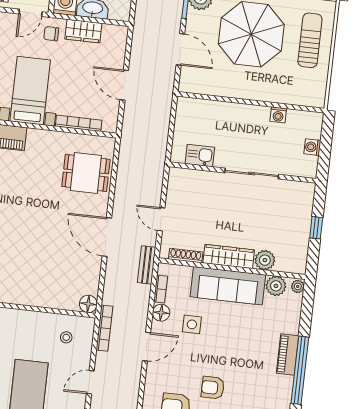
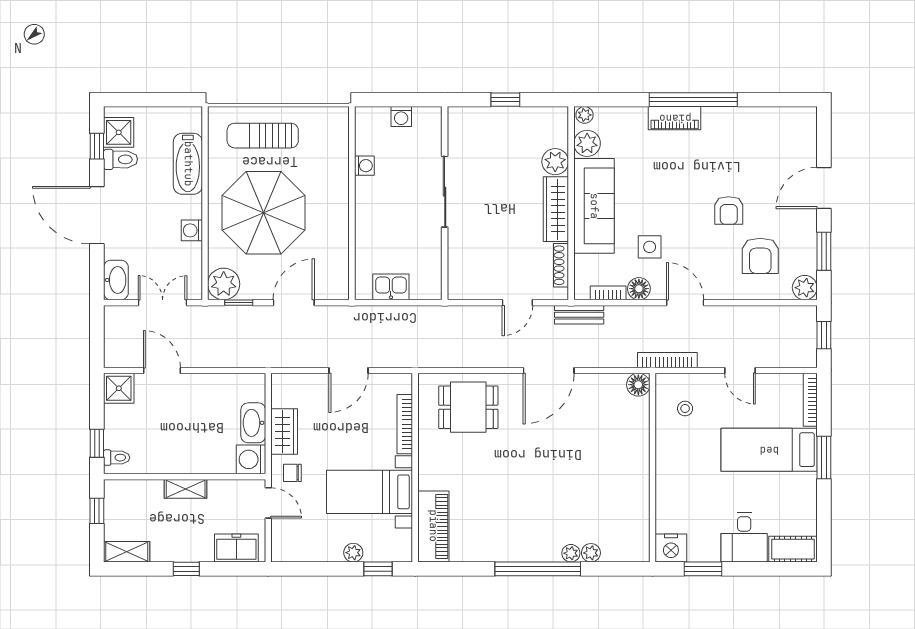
chair: (51, 34) -> (292, 473), turned 90
kitchen sink: (200, 156) -> (391, 287), moved, turned 90
dining table: (86, 173) -> (468, 407), turned 90

